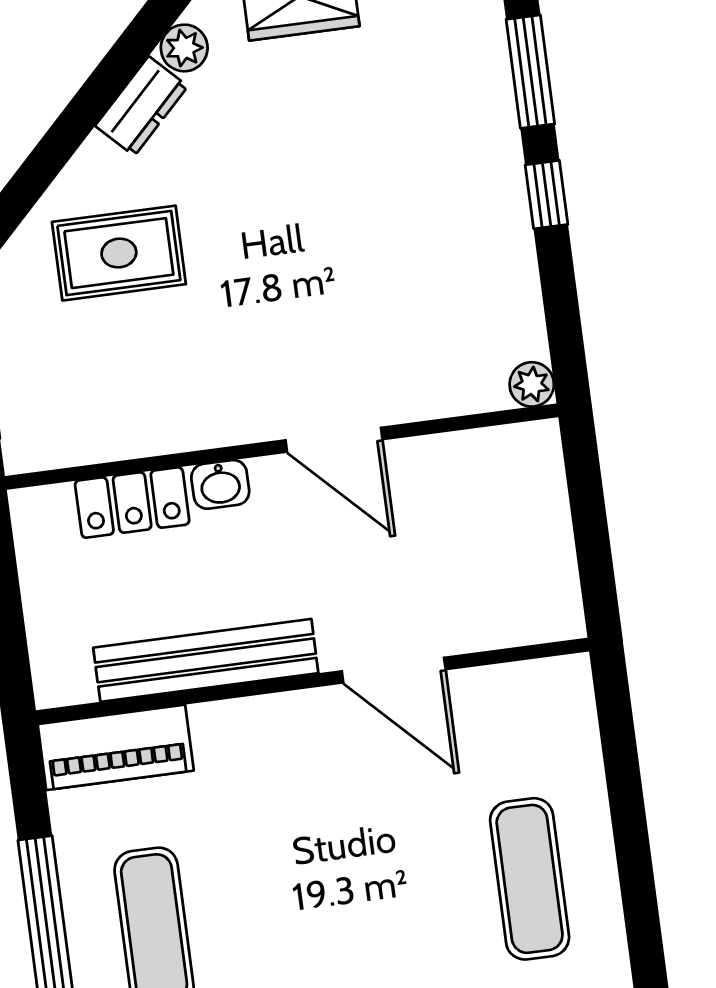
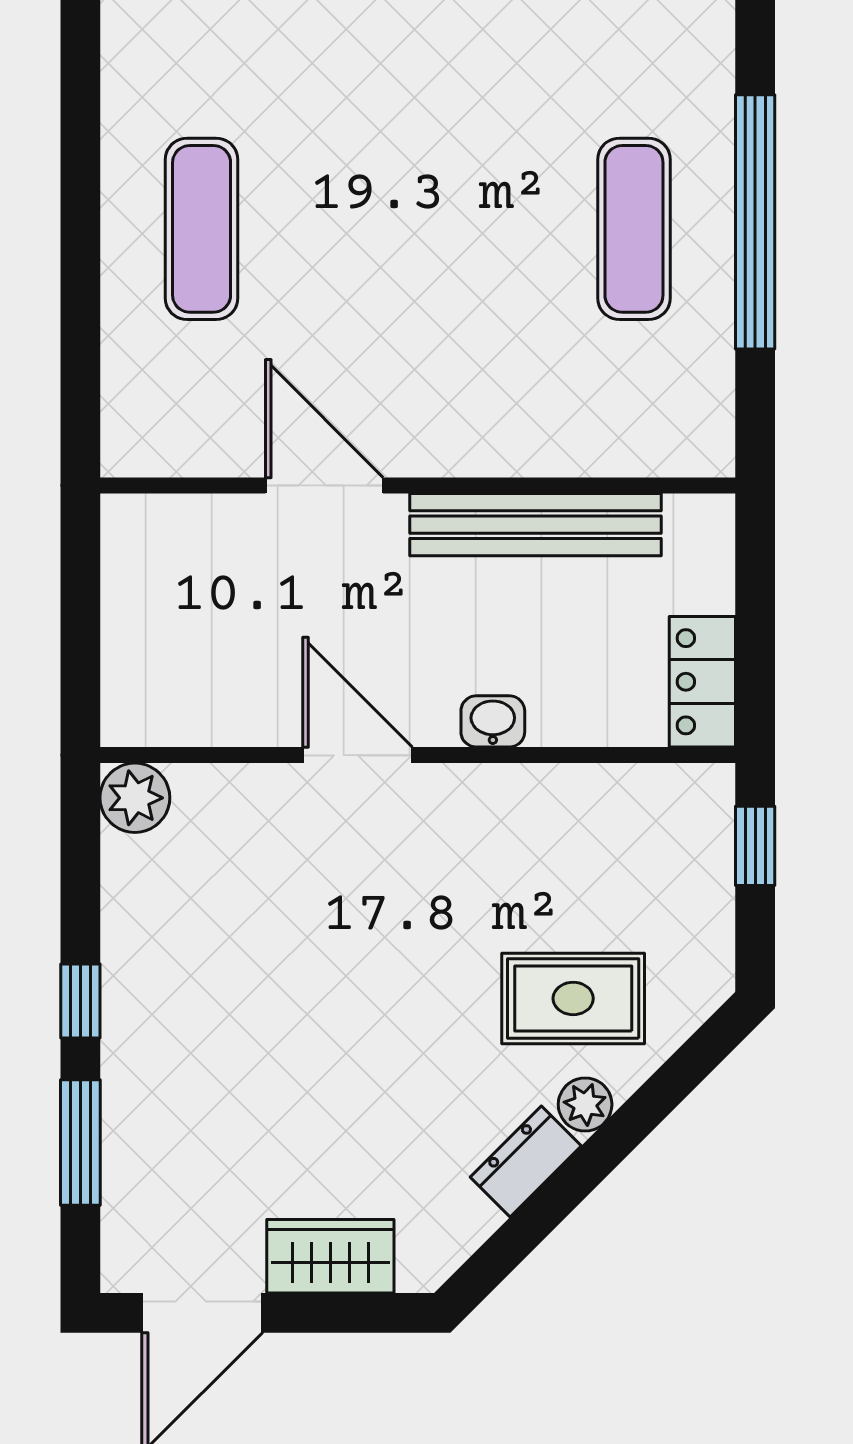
plant: (184, 48) -> (585, 1104), moved
plant: (532, 384) -> (135, 798), width x1.38, depth x1.38
locker: (132, 503) -> (702, 682), moved, turned -90
piano: (116, 747) -> (650, 439), removed

